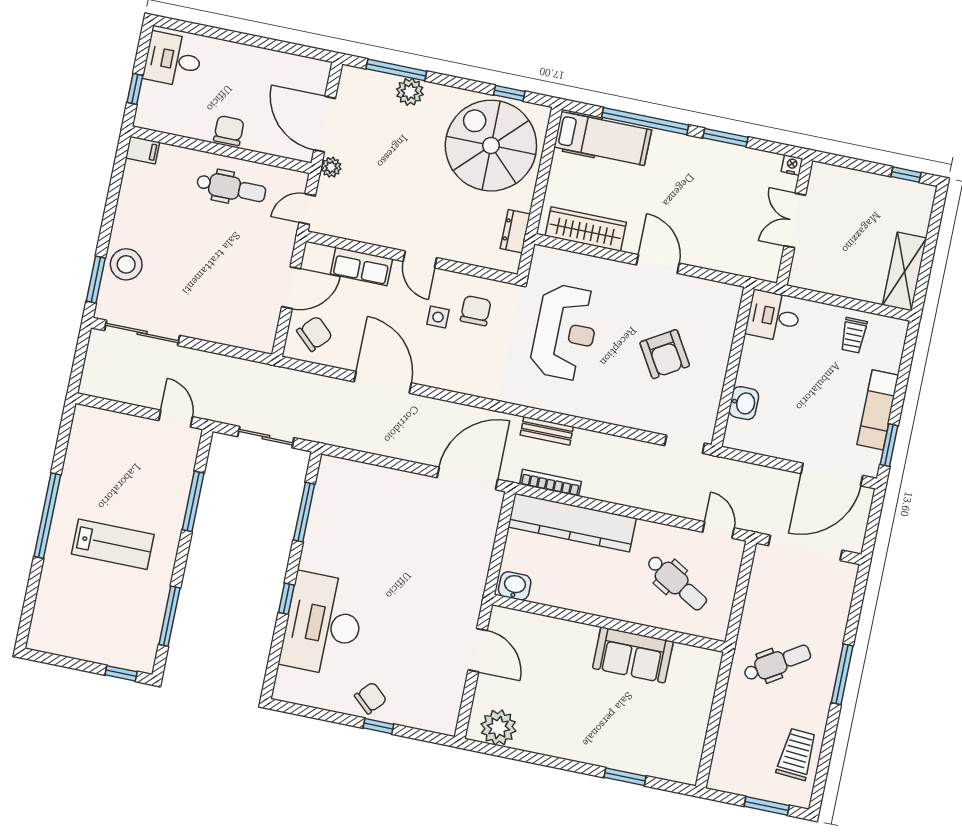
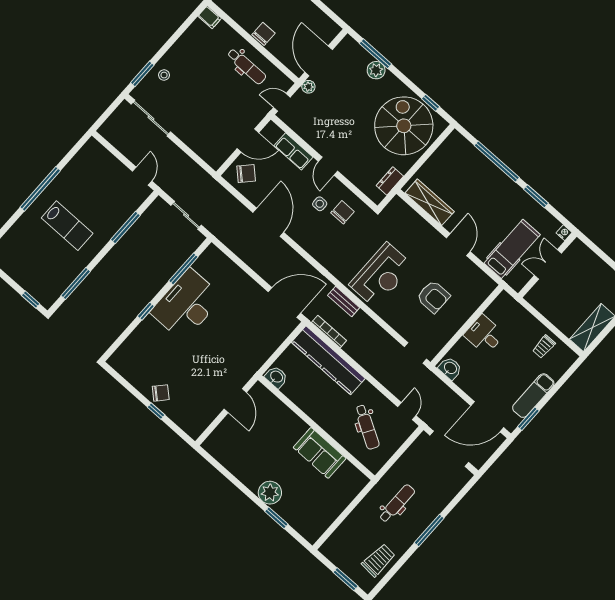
hospital bed: (603, 138) -> (512, 249), moved, turned -90
stool: (126, 264) -> (164, 75), width x0.53, depth x0.53
desk: (773, 316) -> (484, 335), moved
reception desk: (565, 332) -> (381, 275), moved
armchair: (665, 354) -> (433, 297), turned -59
washbasin: (744, 403) -> (450, 368), moved, turned -90
desk: (323, 624) -> (187, 305), moved
dental chair: (777, 663) -> (397, 503), turned -58
plant: (498, 728) -> (270, 493), moved

